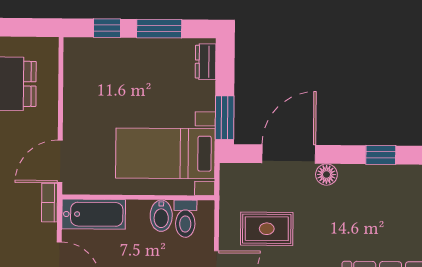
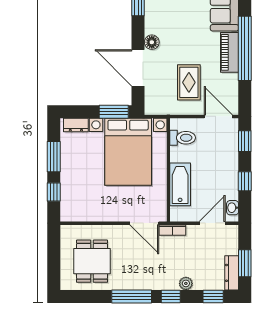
bed with nightstands: (165, 153) -> (128, 152), width x1.36
bathtub: (94, 214) -> (180, 184), moved
bidet: (161, 216) -> (181, 154), removed

